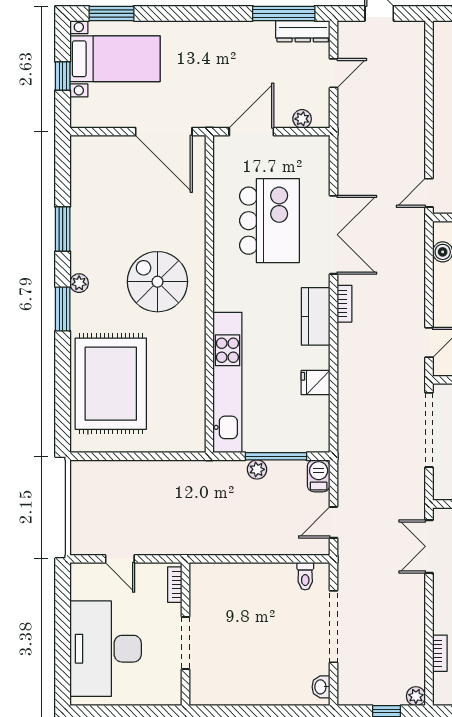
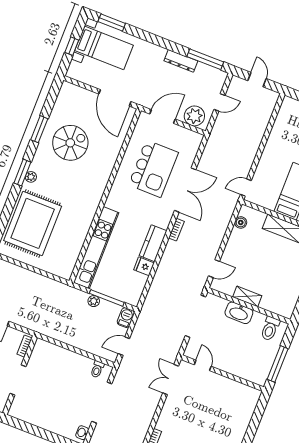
dresser: (303, 31) -> (181, 61), moved
plant: (302, 119) -> (194, 116), width x1.88, depth x1.88
spiral stairs: (157, 282) -> (70, 143), moved, turned 90
plant: (79, 283) -> (31, 177), moved
kitchen counter: (316, 316) -> (153, 243), moved

